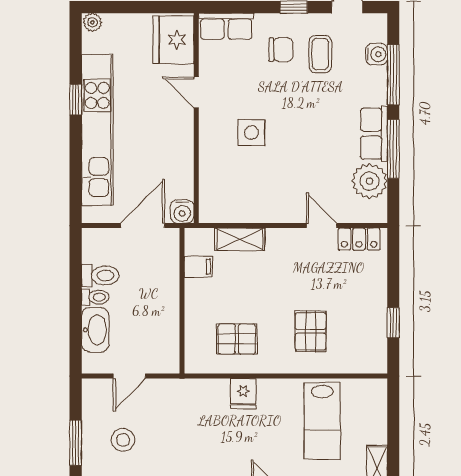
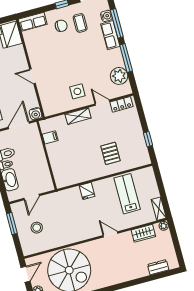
door: (196, 92) -> (32, 76), moved
side table: (251, 133) -> (77, 91), moved
row of seats: (374, 134) -> (110, 35), moved
shelving: (240, 239) -> (78, 116), moved
pallet: (237, 339) -> (77, 166), removed
lab bench: (322, 421) -> (127, 194), turned 180
window: (76, 443) -> (12, 224), moved

